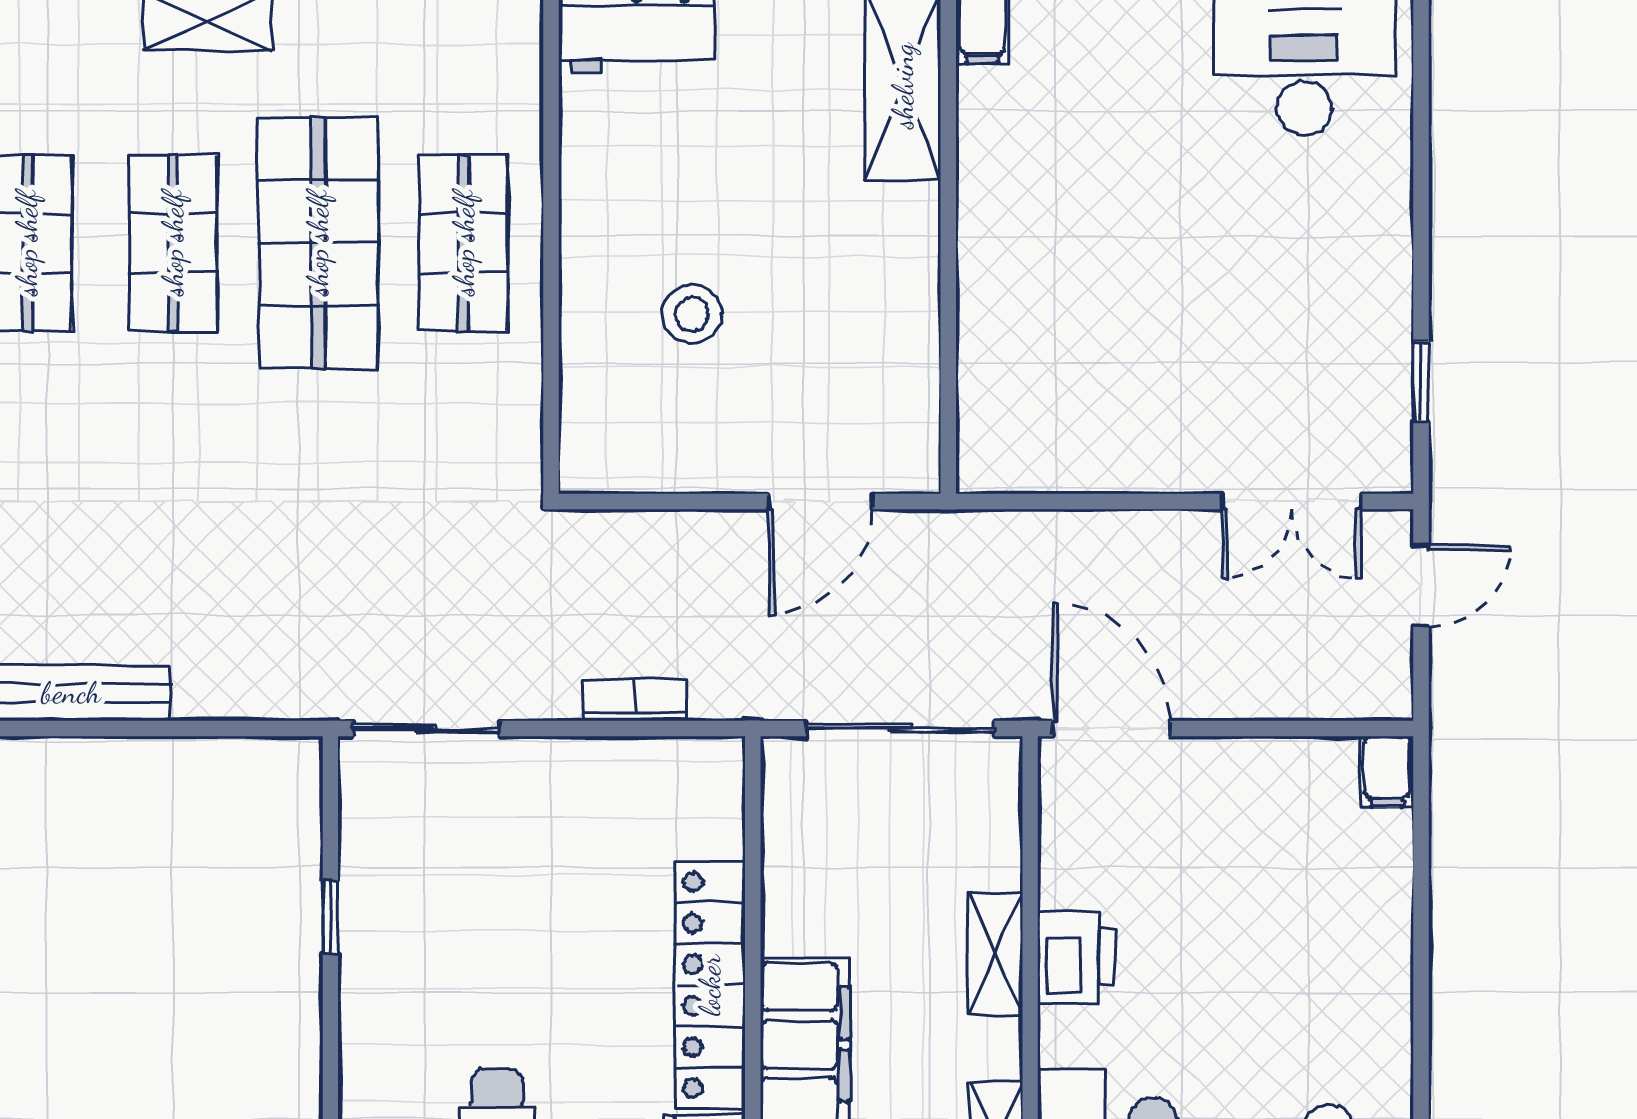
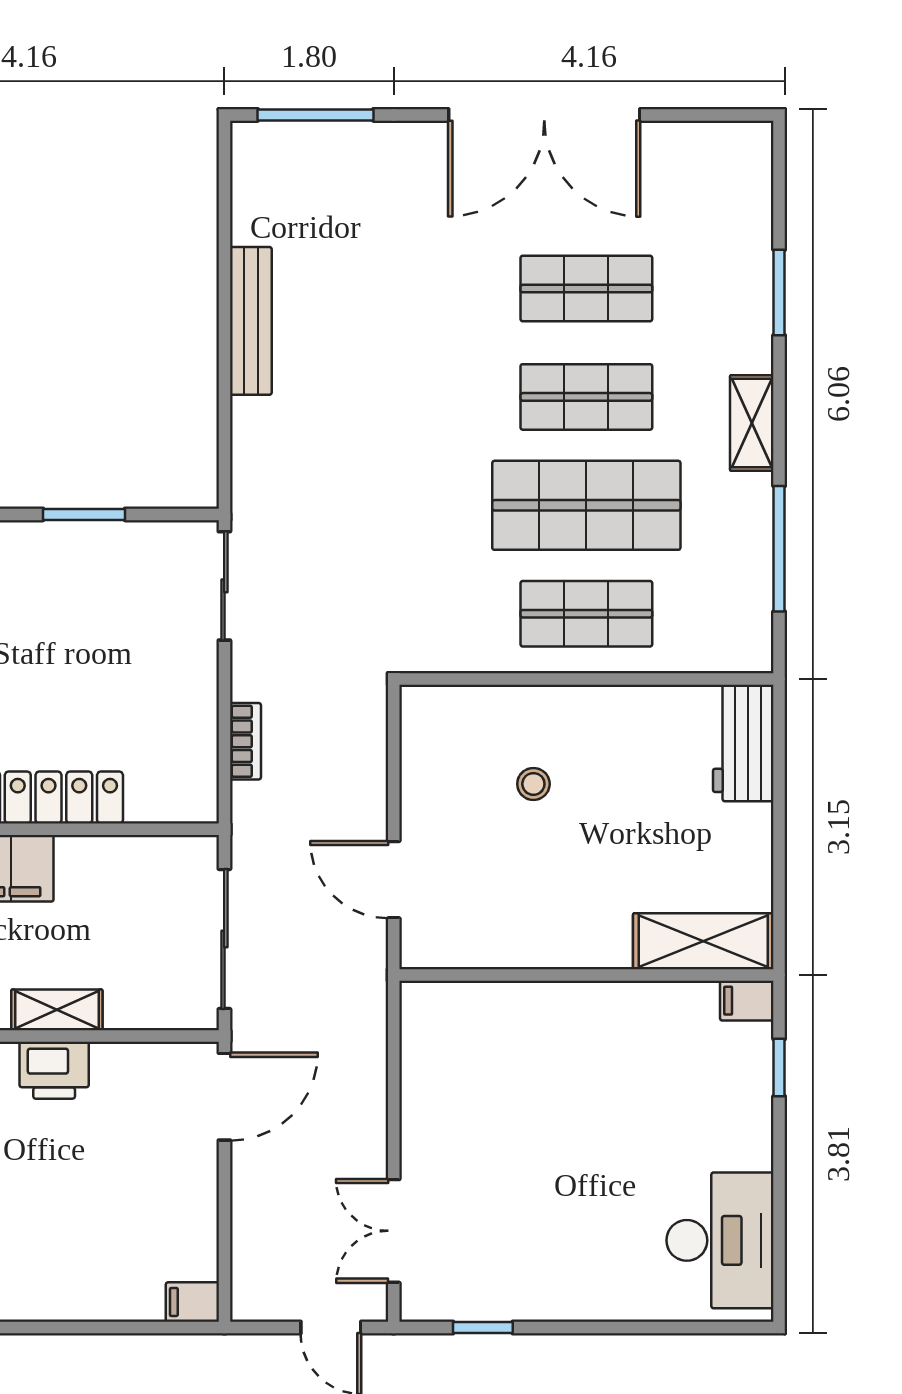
stool: (692, 314) -> (533, 784), width x0.73, depth x0.73
window: (330, 917) -> (84, 514), width x1.50

